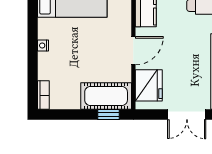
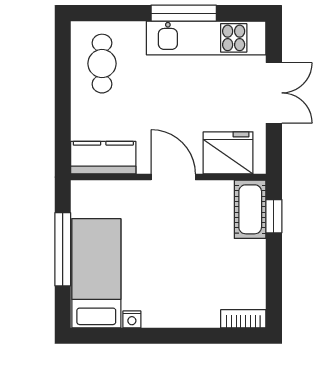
nightstand: (43, 45) -> (132, 319), moved
cot: (106, 96) -> (250, 209), width x0.73, depth x0.75

